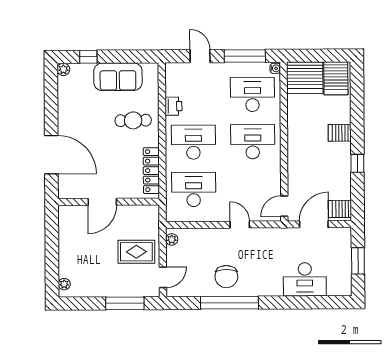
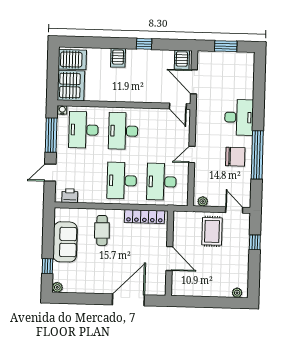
printer: (173, 106) -> (70, 196), moved
door: (240, 225) -> (192, 155), moved
desk: (305, 279) -> (239, 117), moved
window: (125, 303) -> (255, 242), width x0.46

